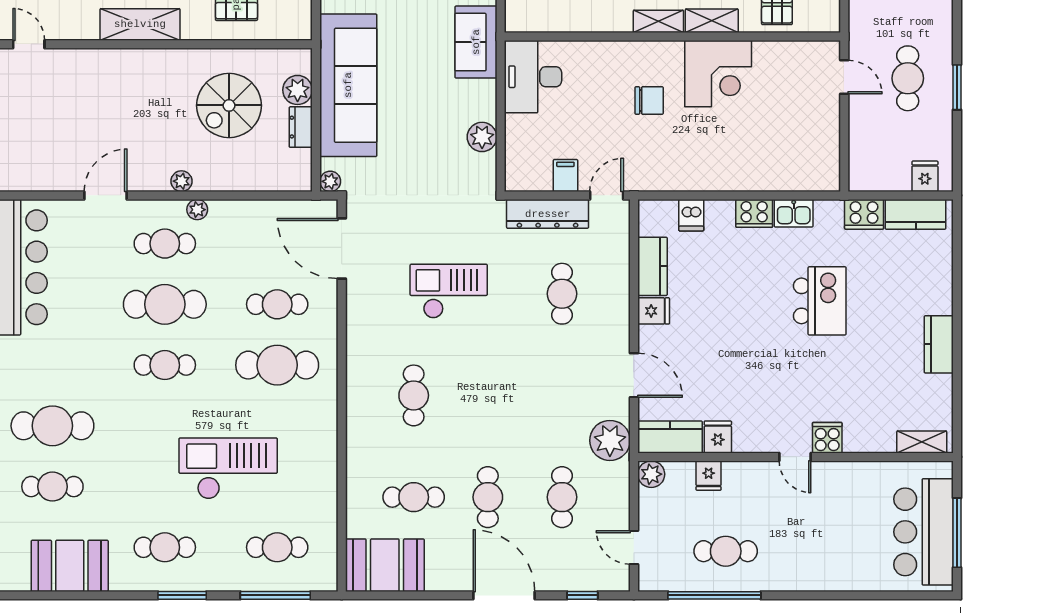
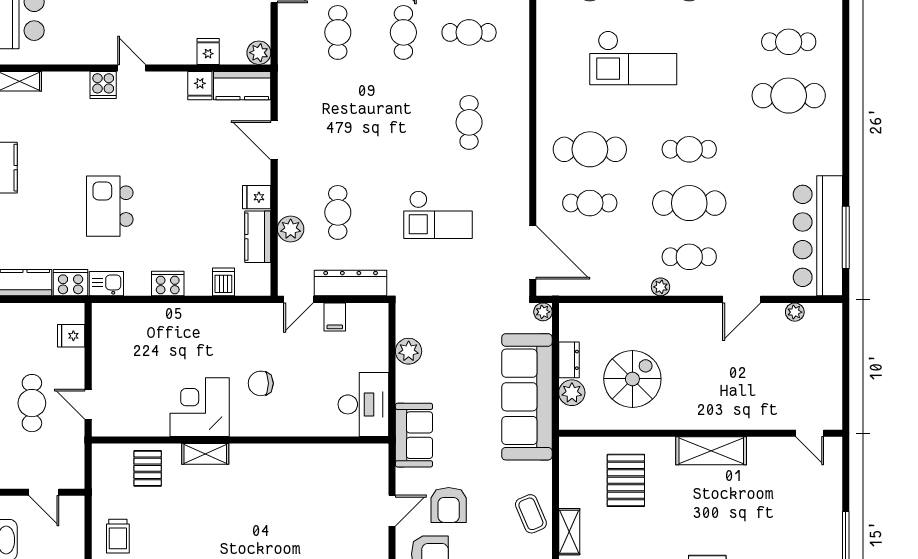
shelving: (658, 21) -> (253, 453), removed
fridge: (925, 176) -> (71, 336), moved, turned 90
plant: (181, 181) -> (795, 312), moved
kitchen sink: (794, 213) -> (106, 284), moved
plant: (610, 440) -> (291, 229), moved, width x0.73, depth x0.73

